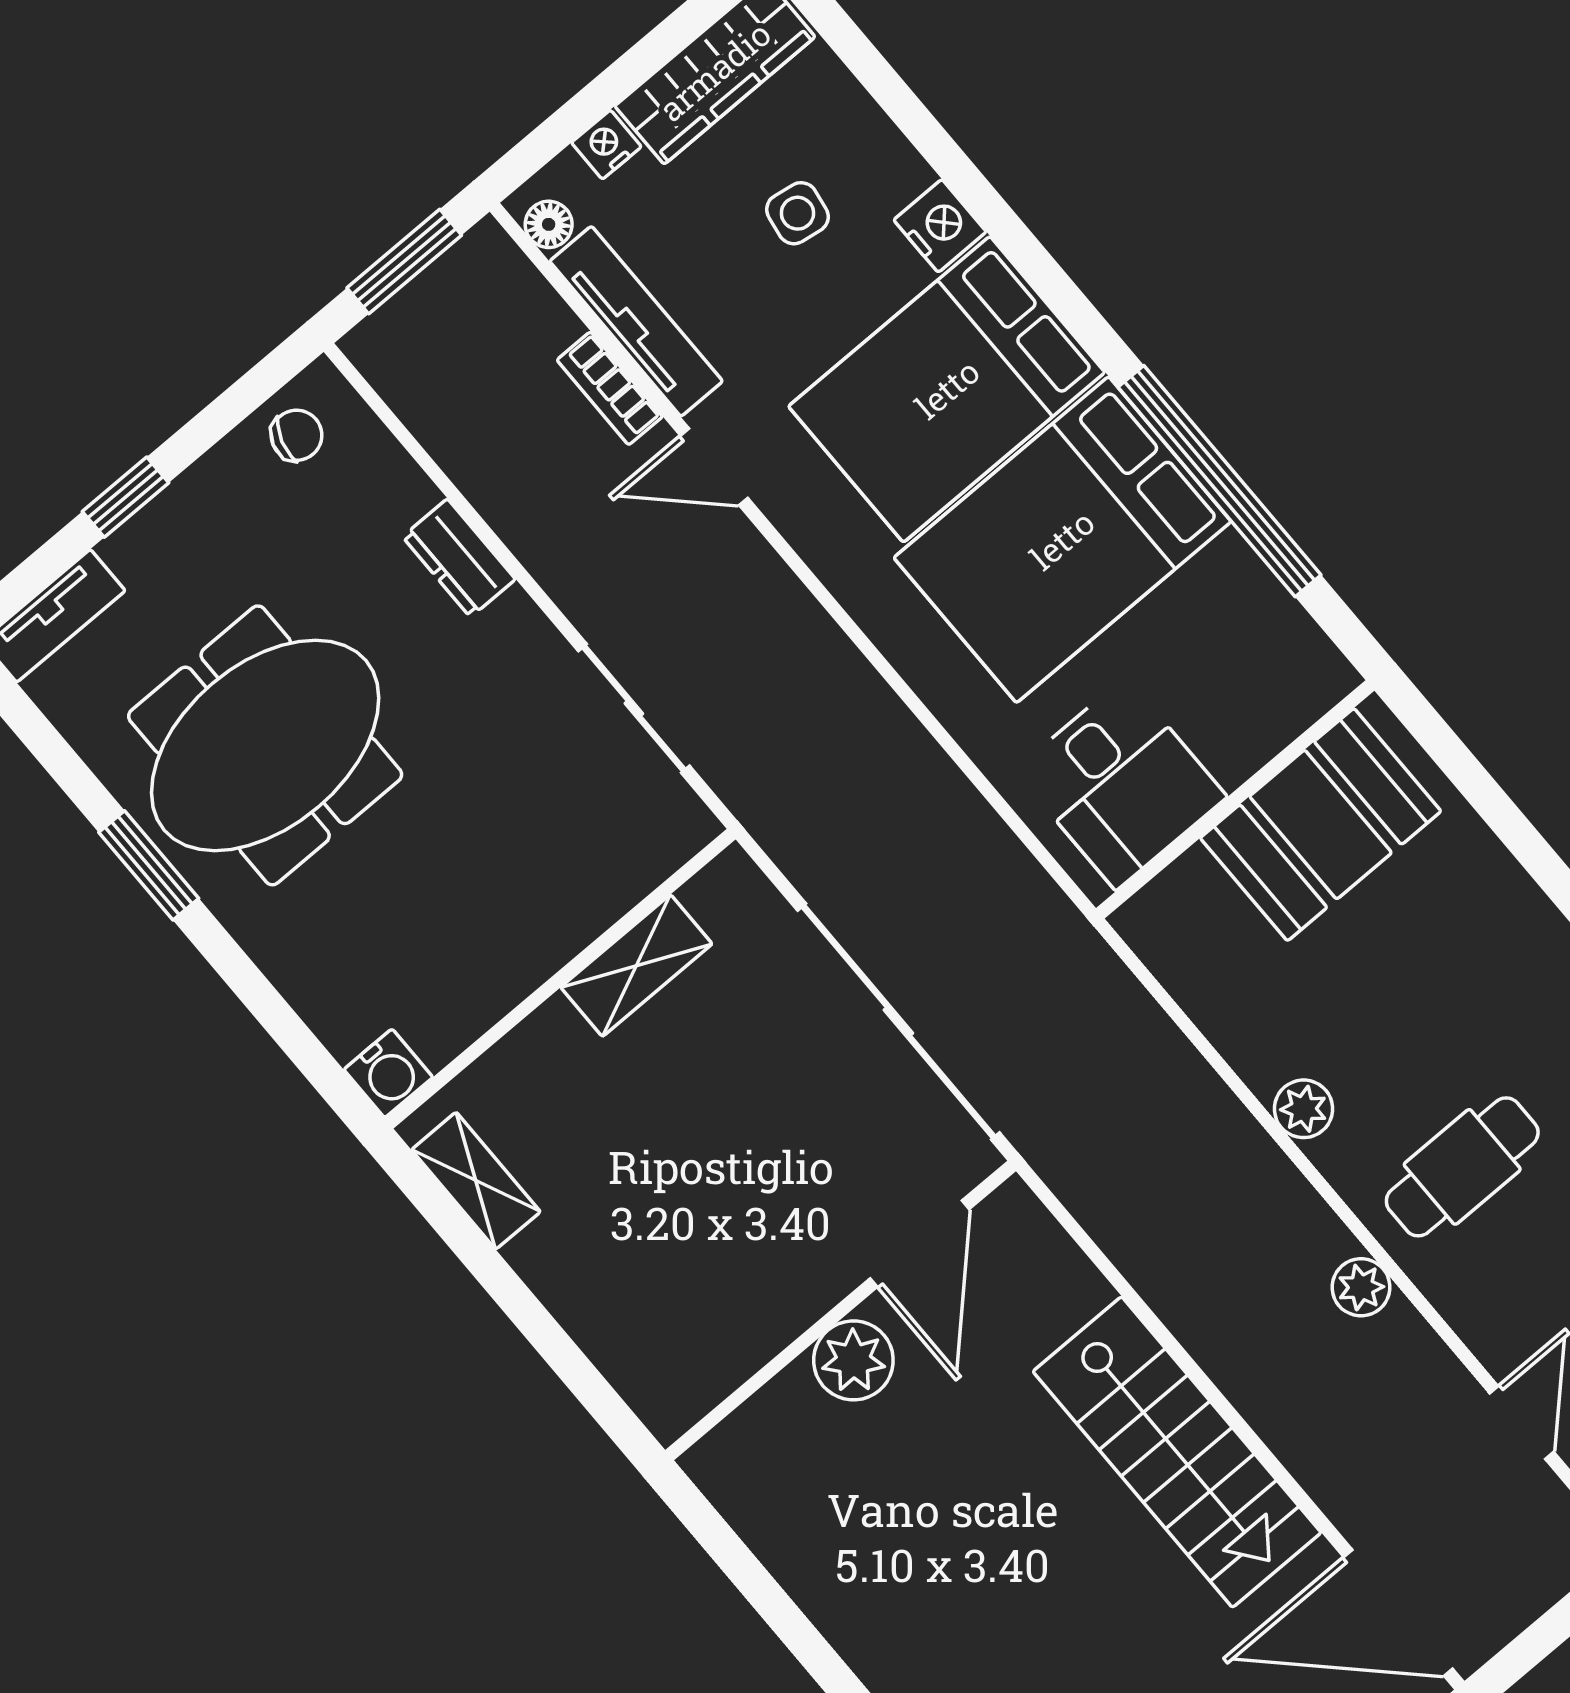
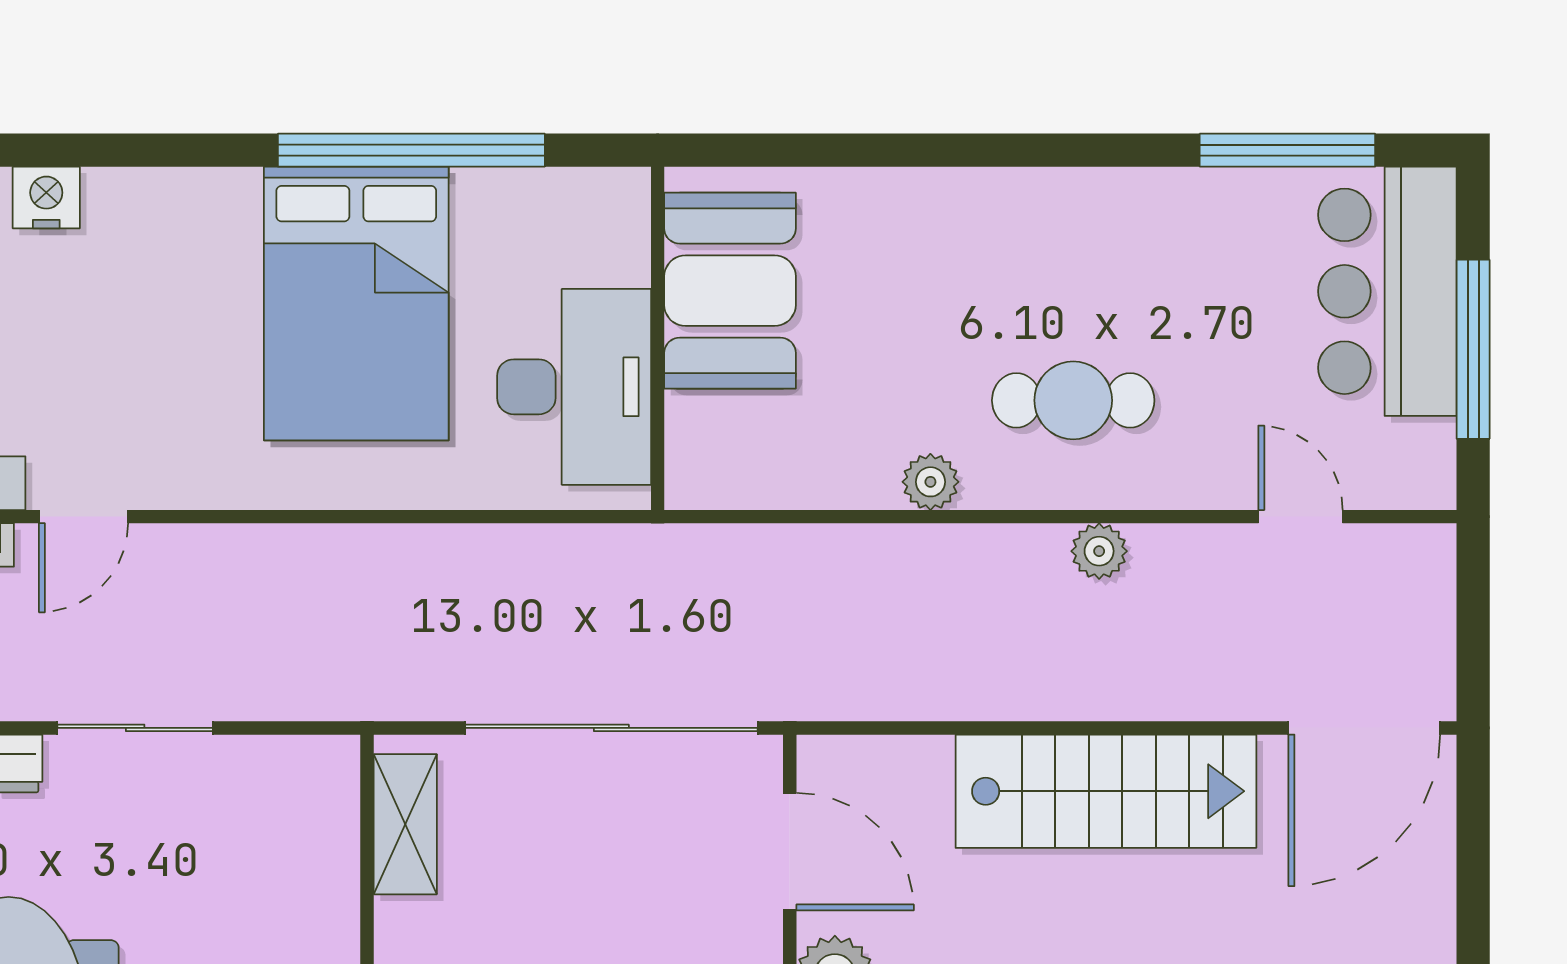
bed: (947, 389) -> (172, 295), removed
sliding door: (634, 708) -> (135, 728), moved
desk: (1121, 784) -> (574, 387), width x1.37
shelving: (636, 966) -> (405, 824), moved
cafe table: (1462, 1167) -> (1073, 400), turned 90

